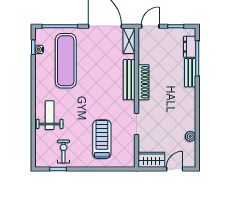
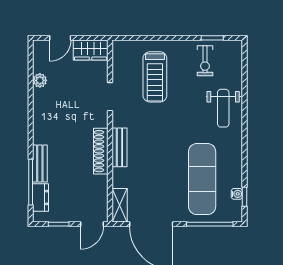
bench: (129, 80) -> (119, 147), width x0.73

